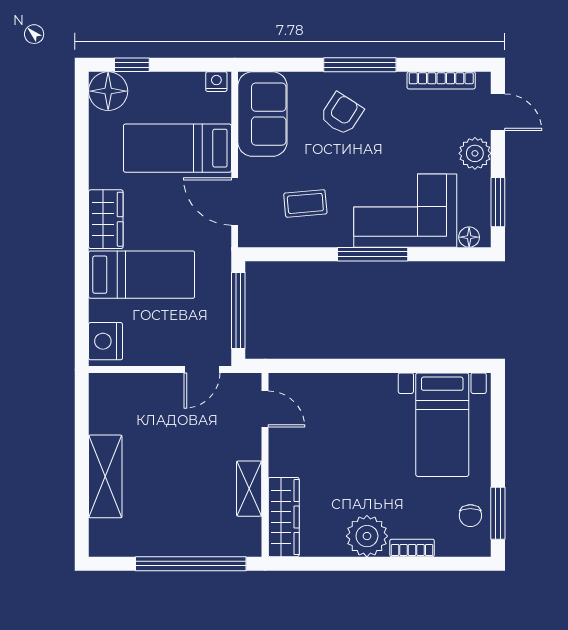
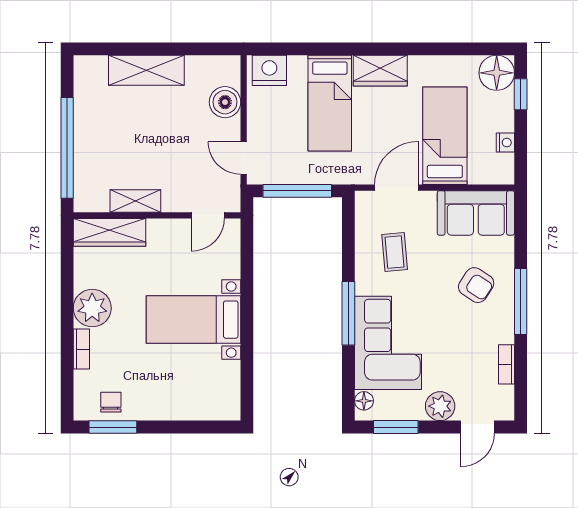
bookcase: (441, 80) -> (506, 364), width x0.64
nightstand: (216, 82) -> (505, 143), moved
boiler: (140, 390) -> (225, 102), added
bed with nightstands: (442, 425) -> (193, 320), moved
chair: (470, 516) -> (111, 402), turned 90

